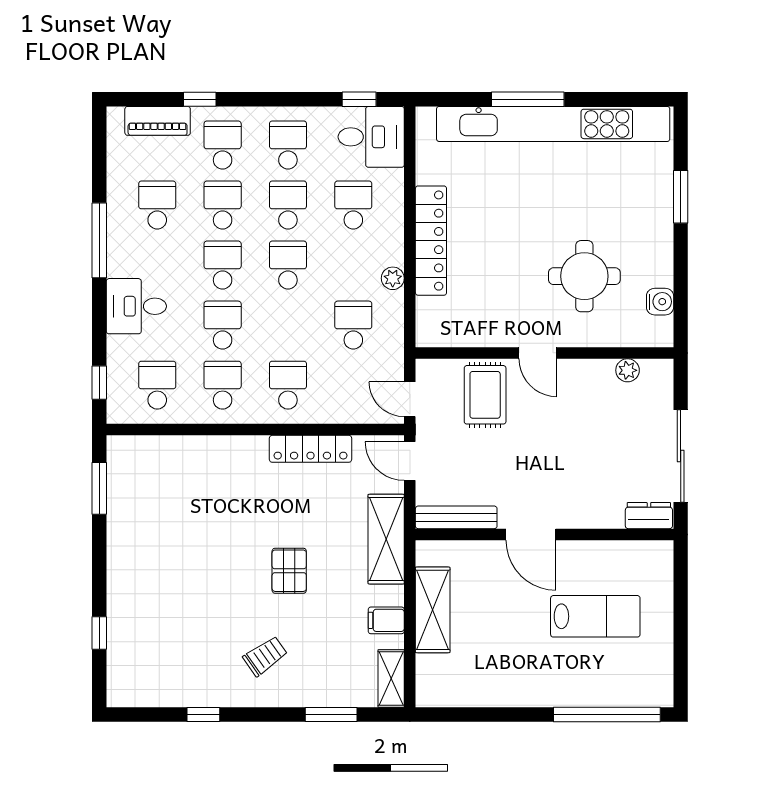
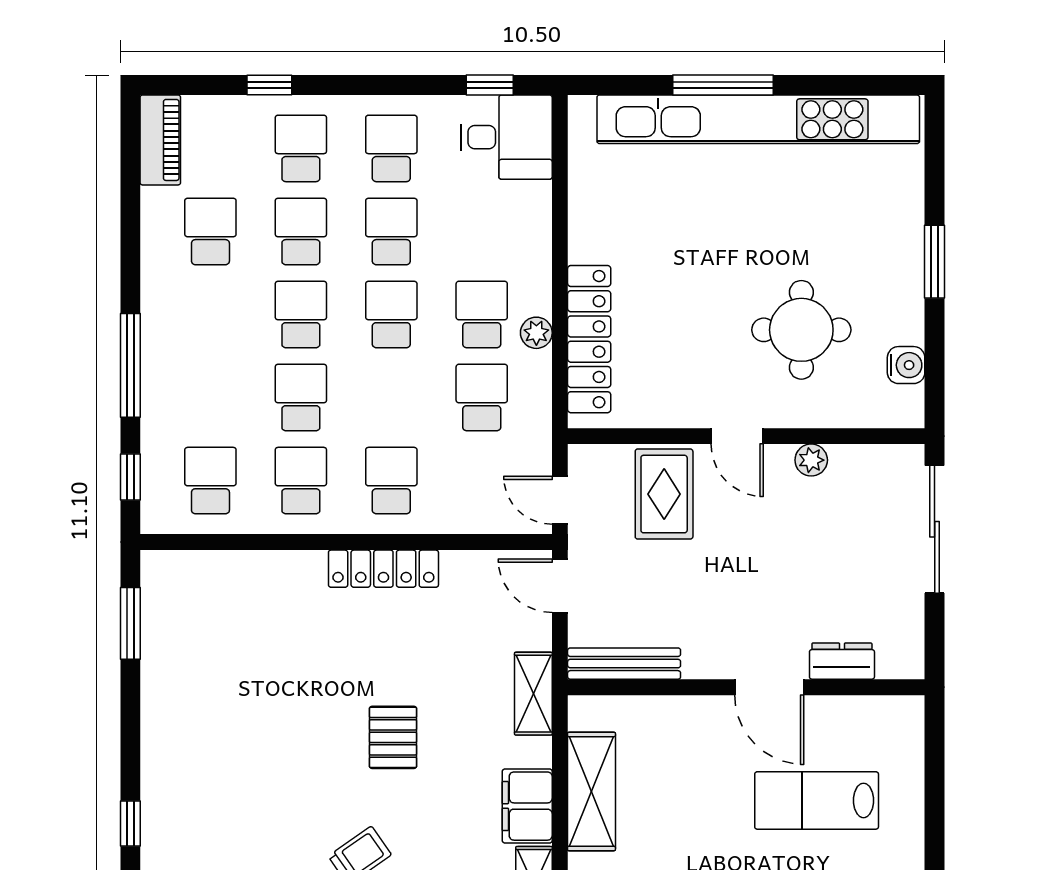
piano: (158, 121) -> (160, 140), moved, turned -90
window: (681, 197) -> (935, 262), moved
school desk: (353, 205) -> (482, 315), moved
window: (99, 240) -> (130, 365), moved
locker: (431, 241) -> (589, 339), moved
desk: (136, 306) -> (182, 371), removed
plant: (628, 370) -> (811, 460), moved
locker: (311, 449) -> (383, 569), moved
sliding door: (681, 456) -> (935, 529), moved
dresser: (649, 516) -> (842, 661), moved
door: (531, 534) -> (769, 687), moved
shelving: (386, 539) -> (533, 694), width x0.67, depth x0.75
lab bench: (595, 616) -> (817, 800), turned 180
filing cabinet: (386, 620) -> (527, 806), width x2.00

